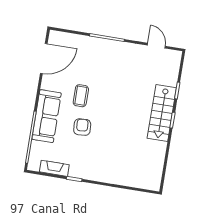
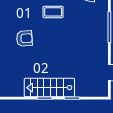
armchair: (82, 127) -> (24, 38), moved

